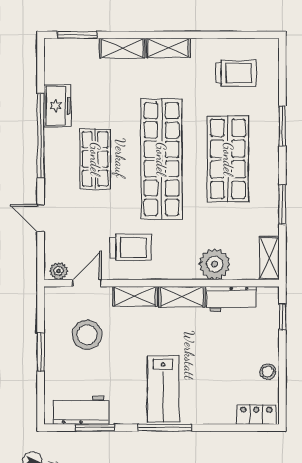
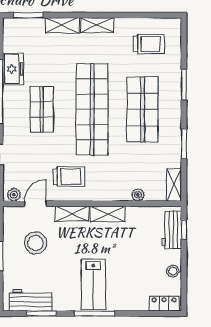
plant: (215, 264) -> (138, 195), width x0.53, depth x0.53
workbench: (232, 299) -> (172, 230), moved, turned 90

